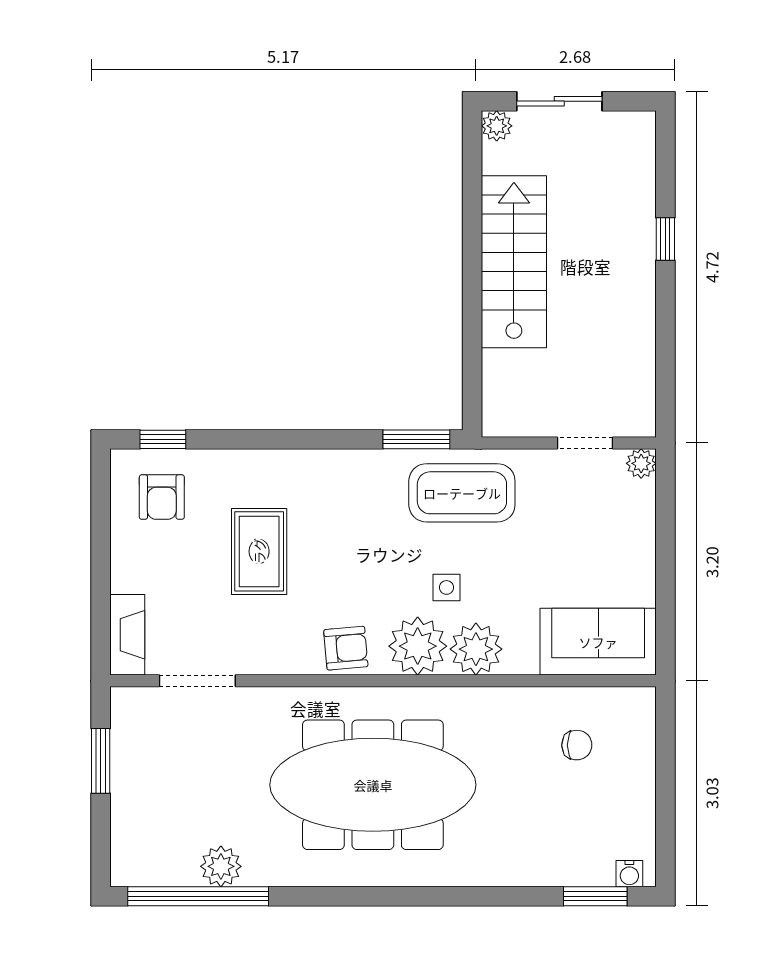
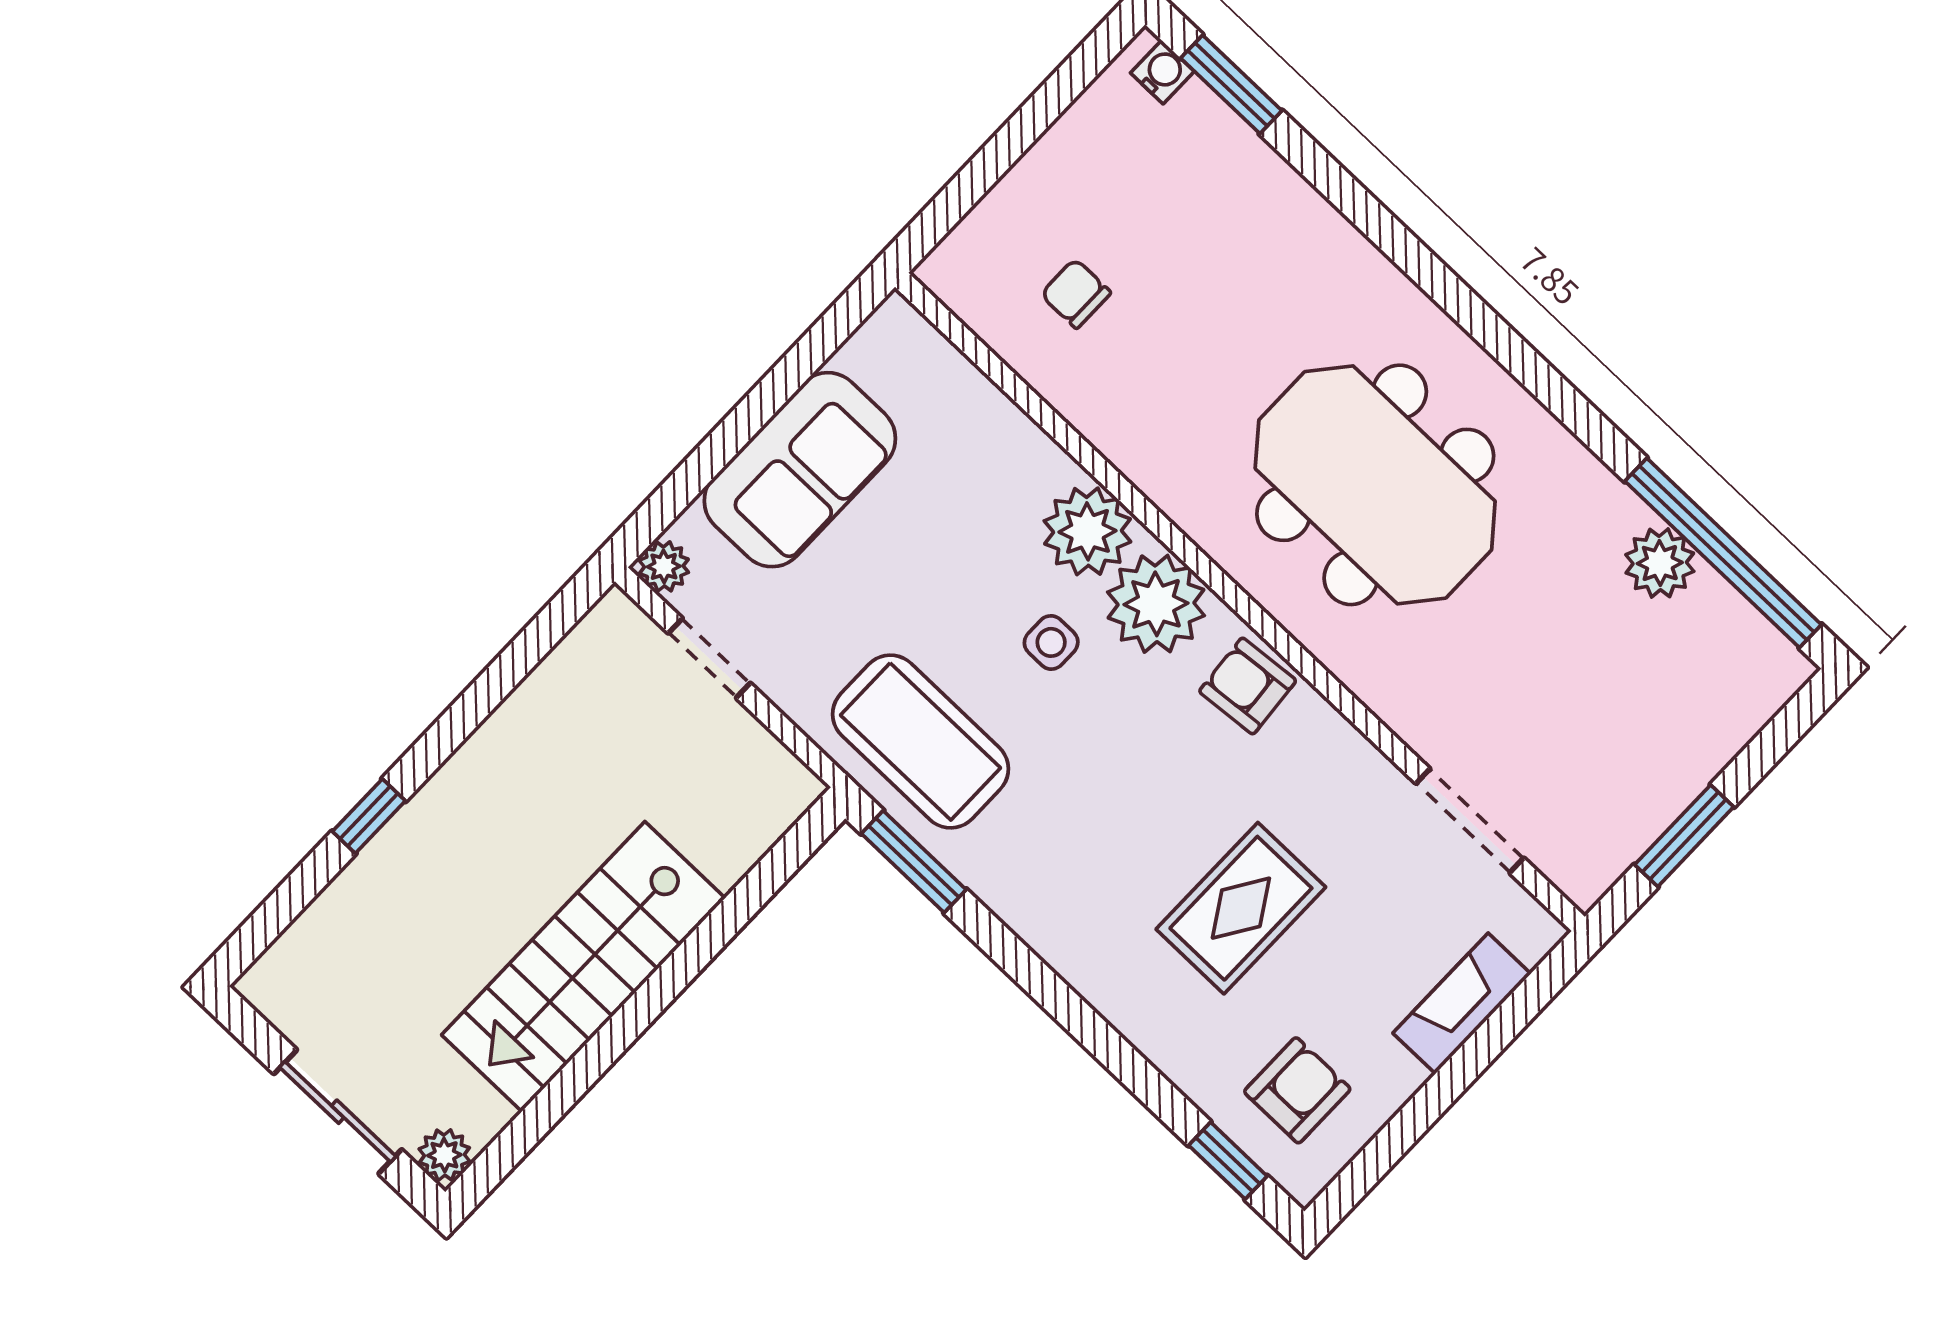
fireplace: (127, 635) -> (1462, 1003), moved
sofa: (598, 642) -> (800, 470), moved, turned -90
meeting table: (373, 785) -> (1375, 485), width x0.73

